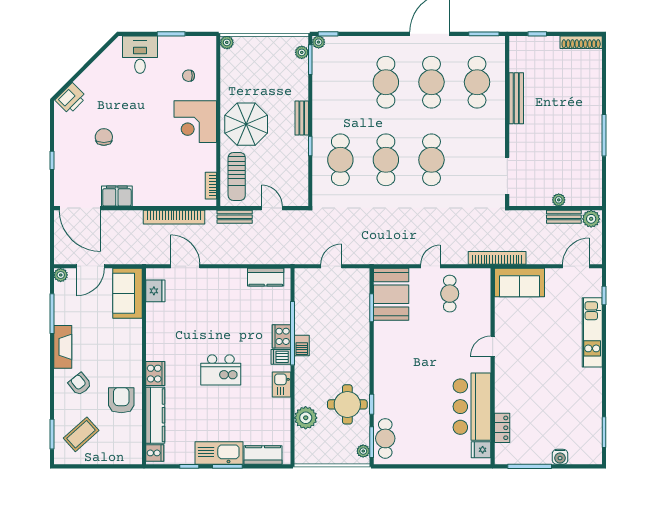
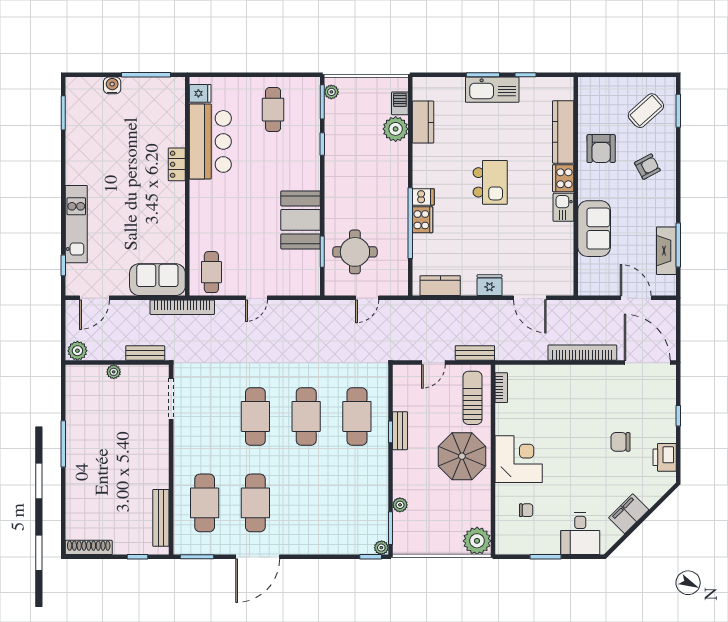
plant: (227, 42) -> (477, 541), width x1.87, depth x1.87
plant: (302, 52) -> (400, 505), moved
cafe table: (386, 82) -> (306, 503), removed
printer: (71, 98) -> (665, 457), moved, turned -45
bench: (516, 98) -> (161, 518), moved
bench: (302, 118) -> (400, 431), moved
chair: (104, 137) -> (621, 442), turned 90
filing cabinet: (117, 196) -> (629, 514), moved, turned 135
door: (272, 208) -> (433, 363), hinge flipped
bookcase: (174, 217) -> (582, 353), moved
bench: (564, 217) -> (145, 353), moved
door: (90, 266) -> (636, 298), hinge flipped
plant: (61, 275) -> (669, 288), removed
fridge: (155, 291) -> (490, 285), moved, turned 90
sofa: (128, 293) -> (594, 229), moved
booth: (391, 294) -> (301, 220), moved
cafe table: (450, 294) -> (211, 272), moved
barbecue: (302, 346) -> (400, 103), moved
door: (493, 346) -> (187, 209), removed
fireplace: (63, 347) -> (666, 251), moved
kitchen island: (221, 370) -> (490, 182), turned 90
armchair: (80, 384) -> (647, 167), turned -79
kitchen sink: (281, 384) -> (563, 207), moved, turned 180
round table: (347, 404) -> (355, 252), moved
locker: (502, 428) -> (177, 164), moved
cafe table: (385, 438) -> (273, 110), moved
cooker: (155, 453) -> (564, 90), removed
kitchen counter: (263, 455) -> (423, 122), moved, turned -90

